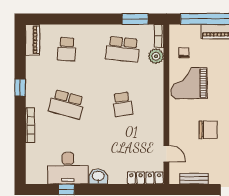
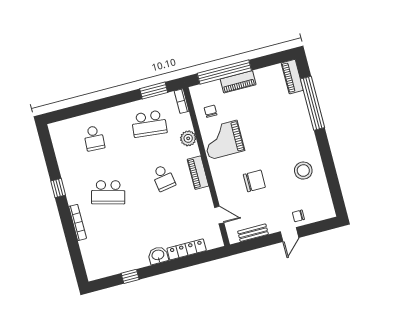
piano: (32, 40) -> (198, 173), moved, turned 180
plant: (156, 56) -> (188, 138), moved
desk: (68, 168) -> (126, 255), removed
locker: (145, 178) -> (187, 249), moved

